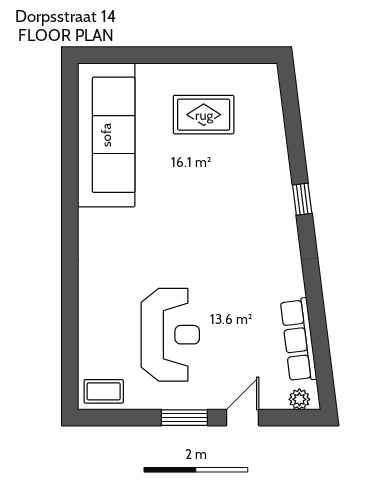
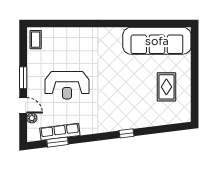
reception desk: (170, 335) -> (67, 85), moved
window: (320, 345) -> (57, 142), added
plant: (299, 399) -> (32, 118), moved

